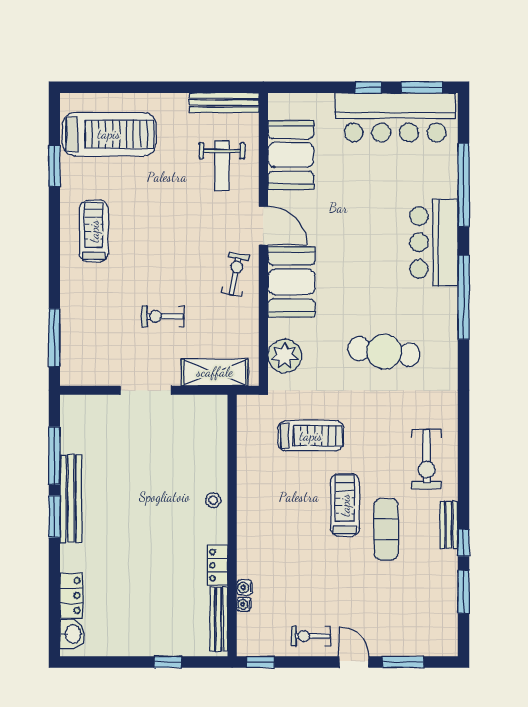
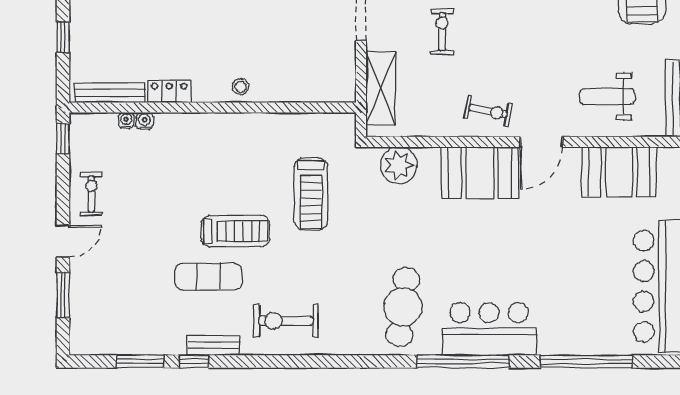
bar counter: (434, 242) -> (489, 329), moved
cafe table: (384, 352) -> (403, 307), moved

